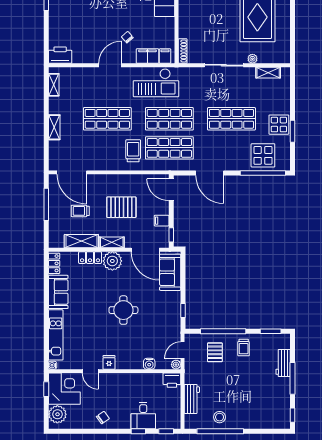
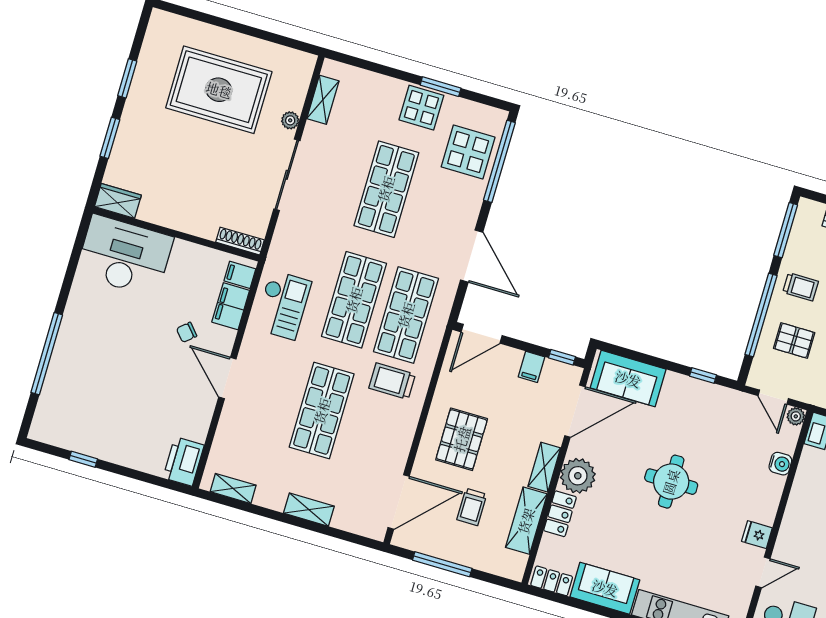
checkout: (156, 83) -> (283, 305), width x0.73, depth x0.83
door: (210, 173) -> (472, 256), hinge flipped
pallet: (121, 207) -> (462, 439), moved
window: (271, 331) -> (786, 230), width x1.44

